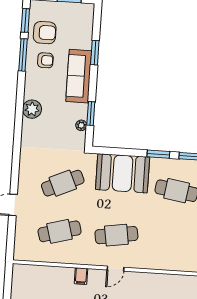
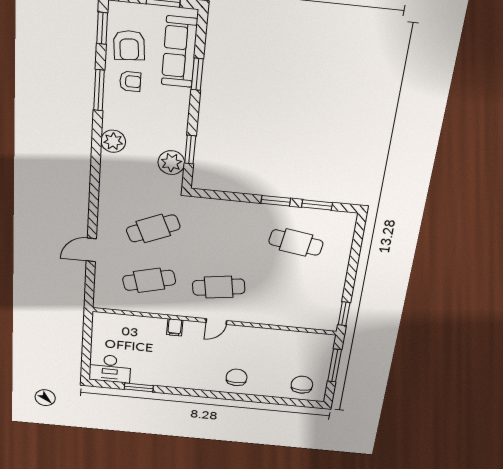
armchair: (45, 33) -> (129, 45), turned 85
window: (23, 55) -> (99, 90), moved
sofa: (79, 76) -> (179, 52), moved
plant: (81, 125) -> (171, 163), width x1.87, depth x1.87
booth: (123, 173) -> (229, 220), removed

